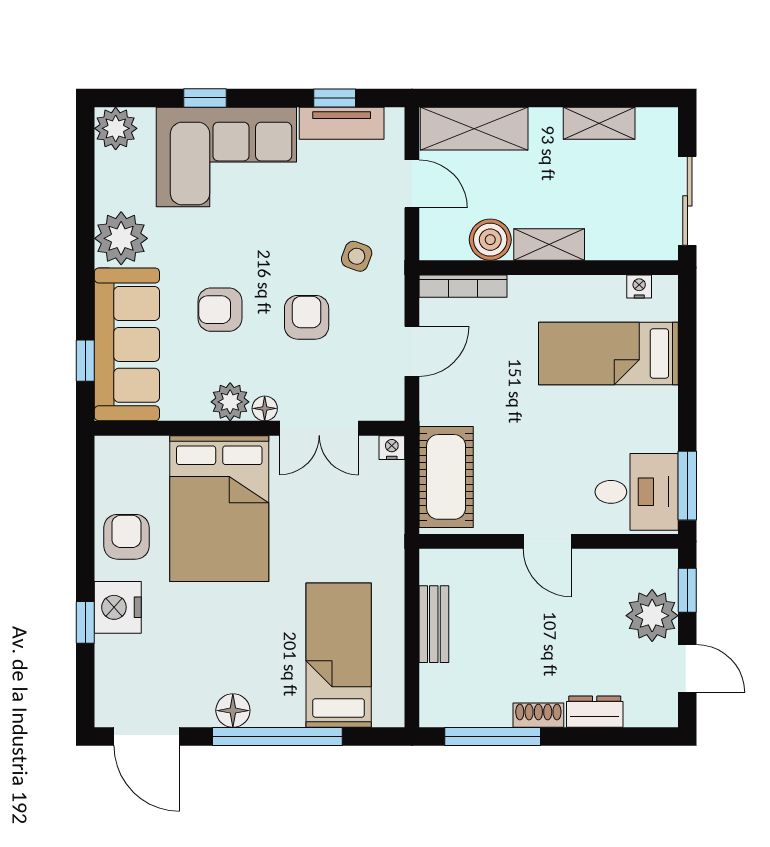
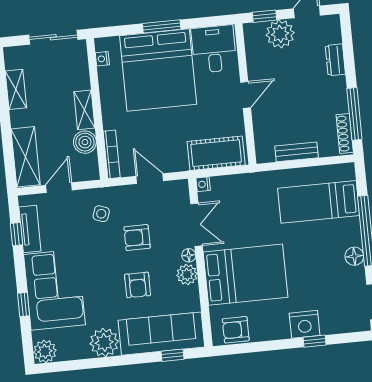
bed: (608, 353) -> (158, 70), width x2.04
window: (687, 486) -> (162, 26), moved
armchair: (126, 537) -> (236, 330), moved
shoe rack: (538, 715) -> (345, 134), moved, width x1.43

